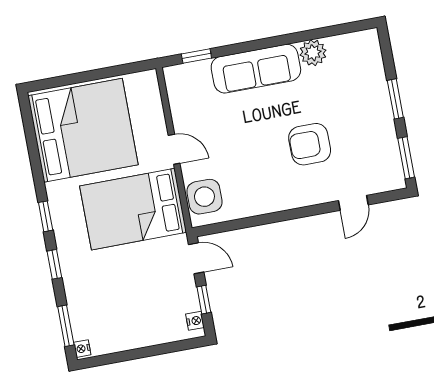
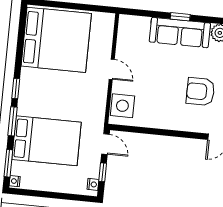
window: (196, 56) -> (180, 17), moved
bed: (133, 209) -> (46, 141), moved, turned 180
window: (54, 264) -> (12, 121), width x1.50

